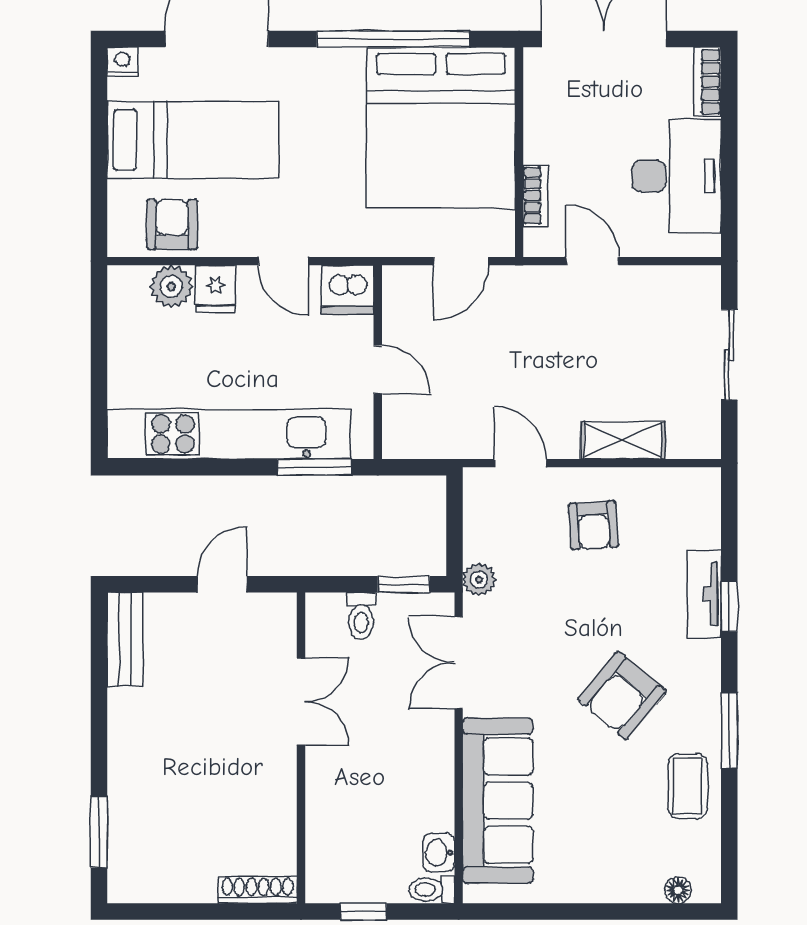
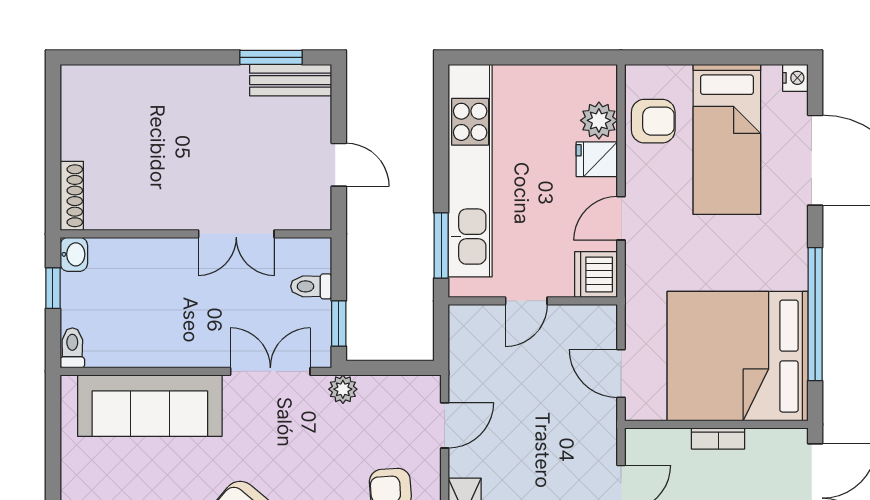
bookcase: (535, 196) -> (718, 438), moved
window: (99, 832) -> (271, 57), moved
washbasin: (439, 853) -> (74, 254), moved, turned 90

